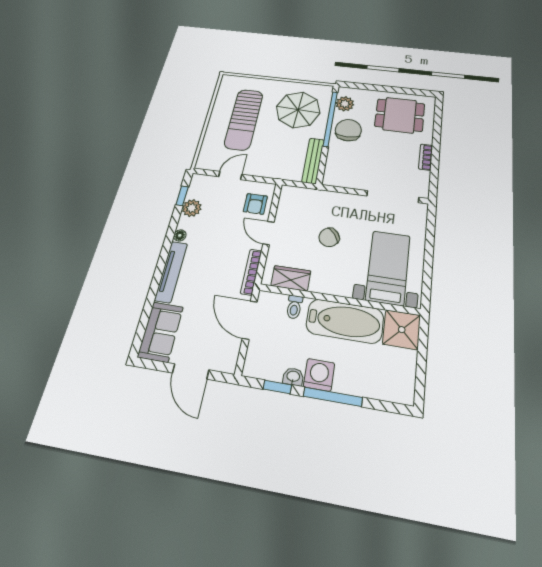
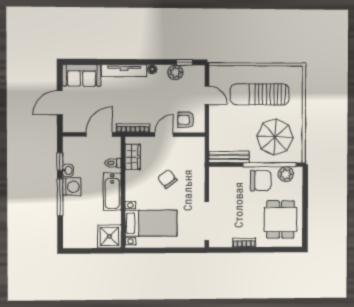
bathtub: (345, 321) -> (112, 192), width x0.73, depth x0.73

